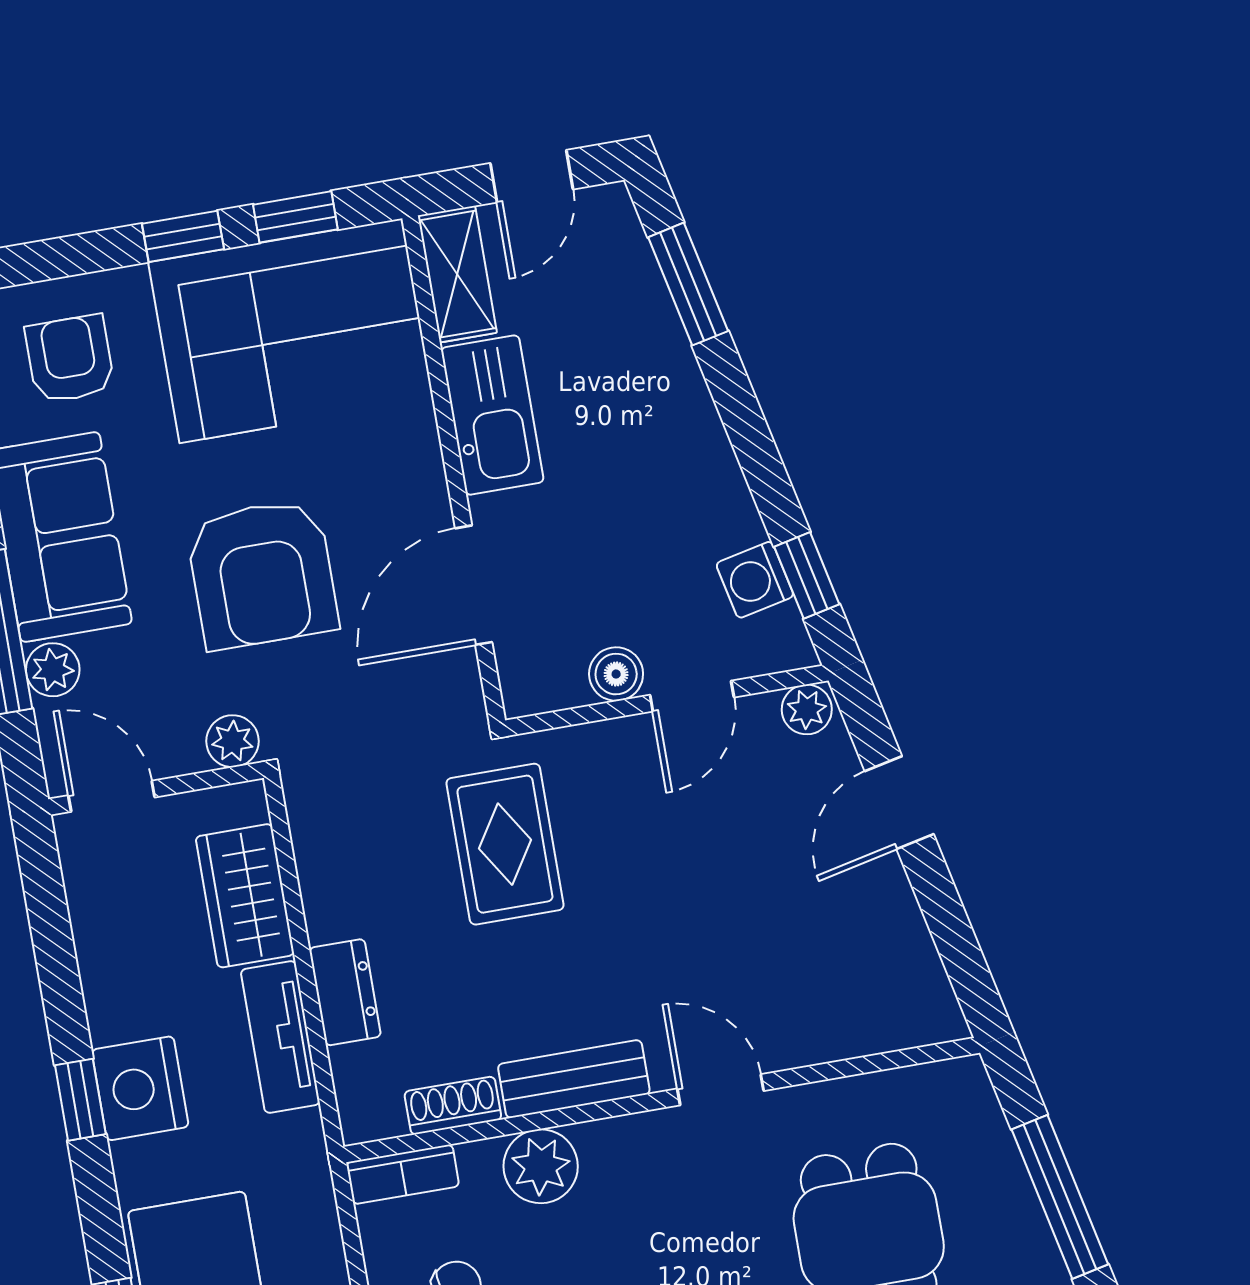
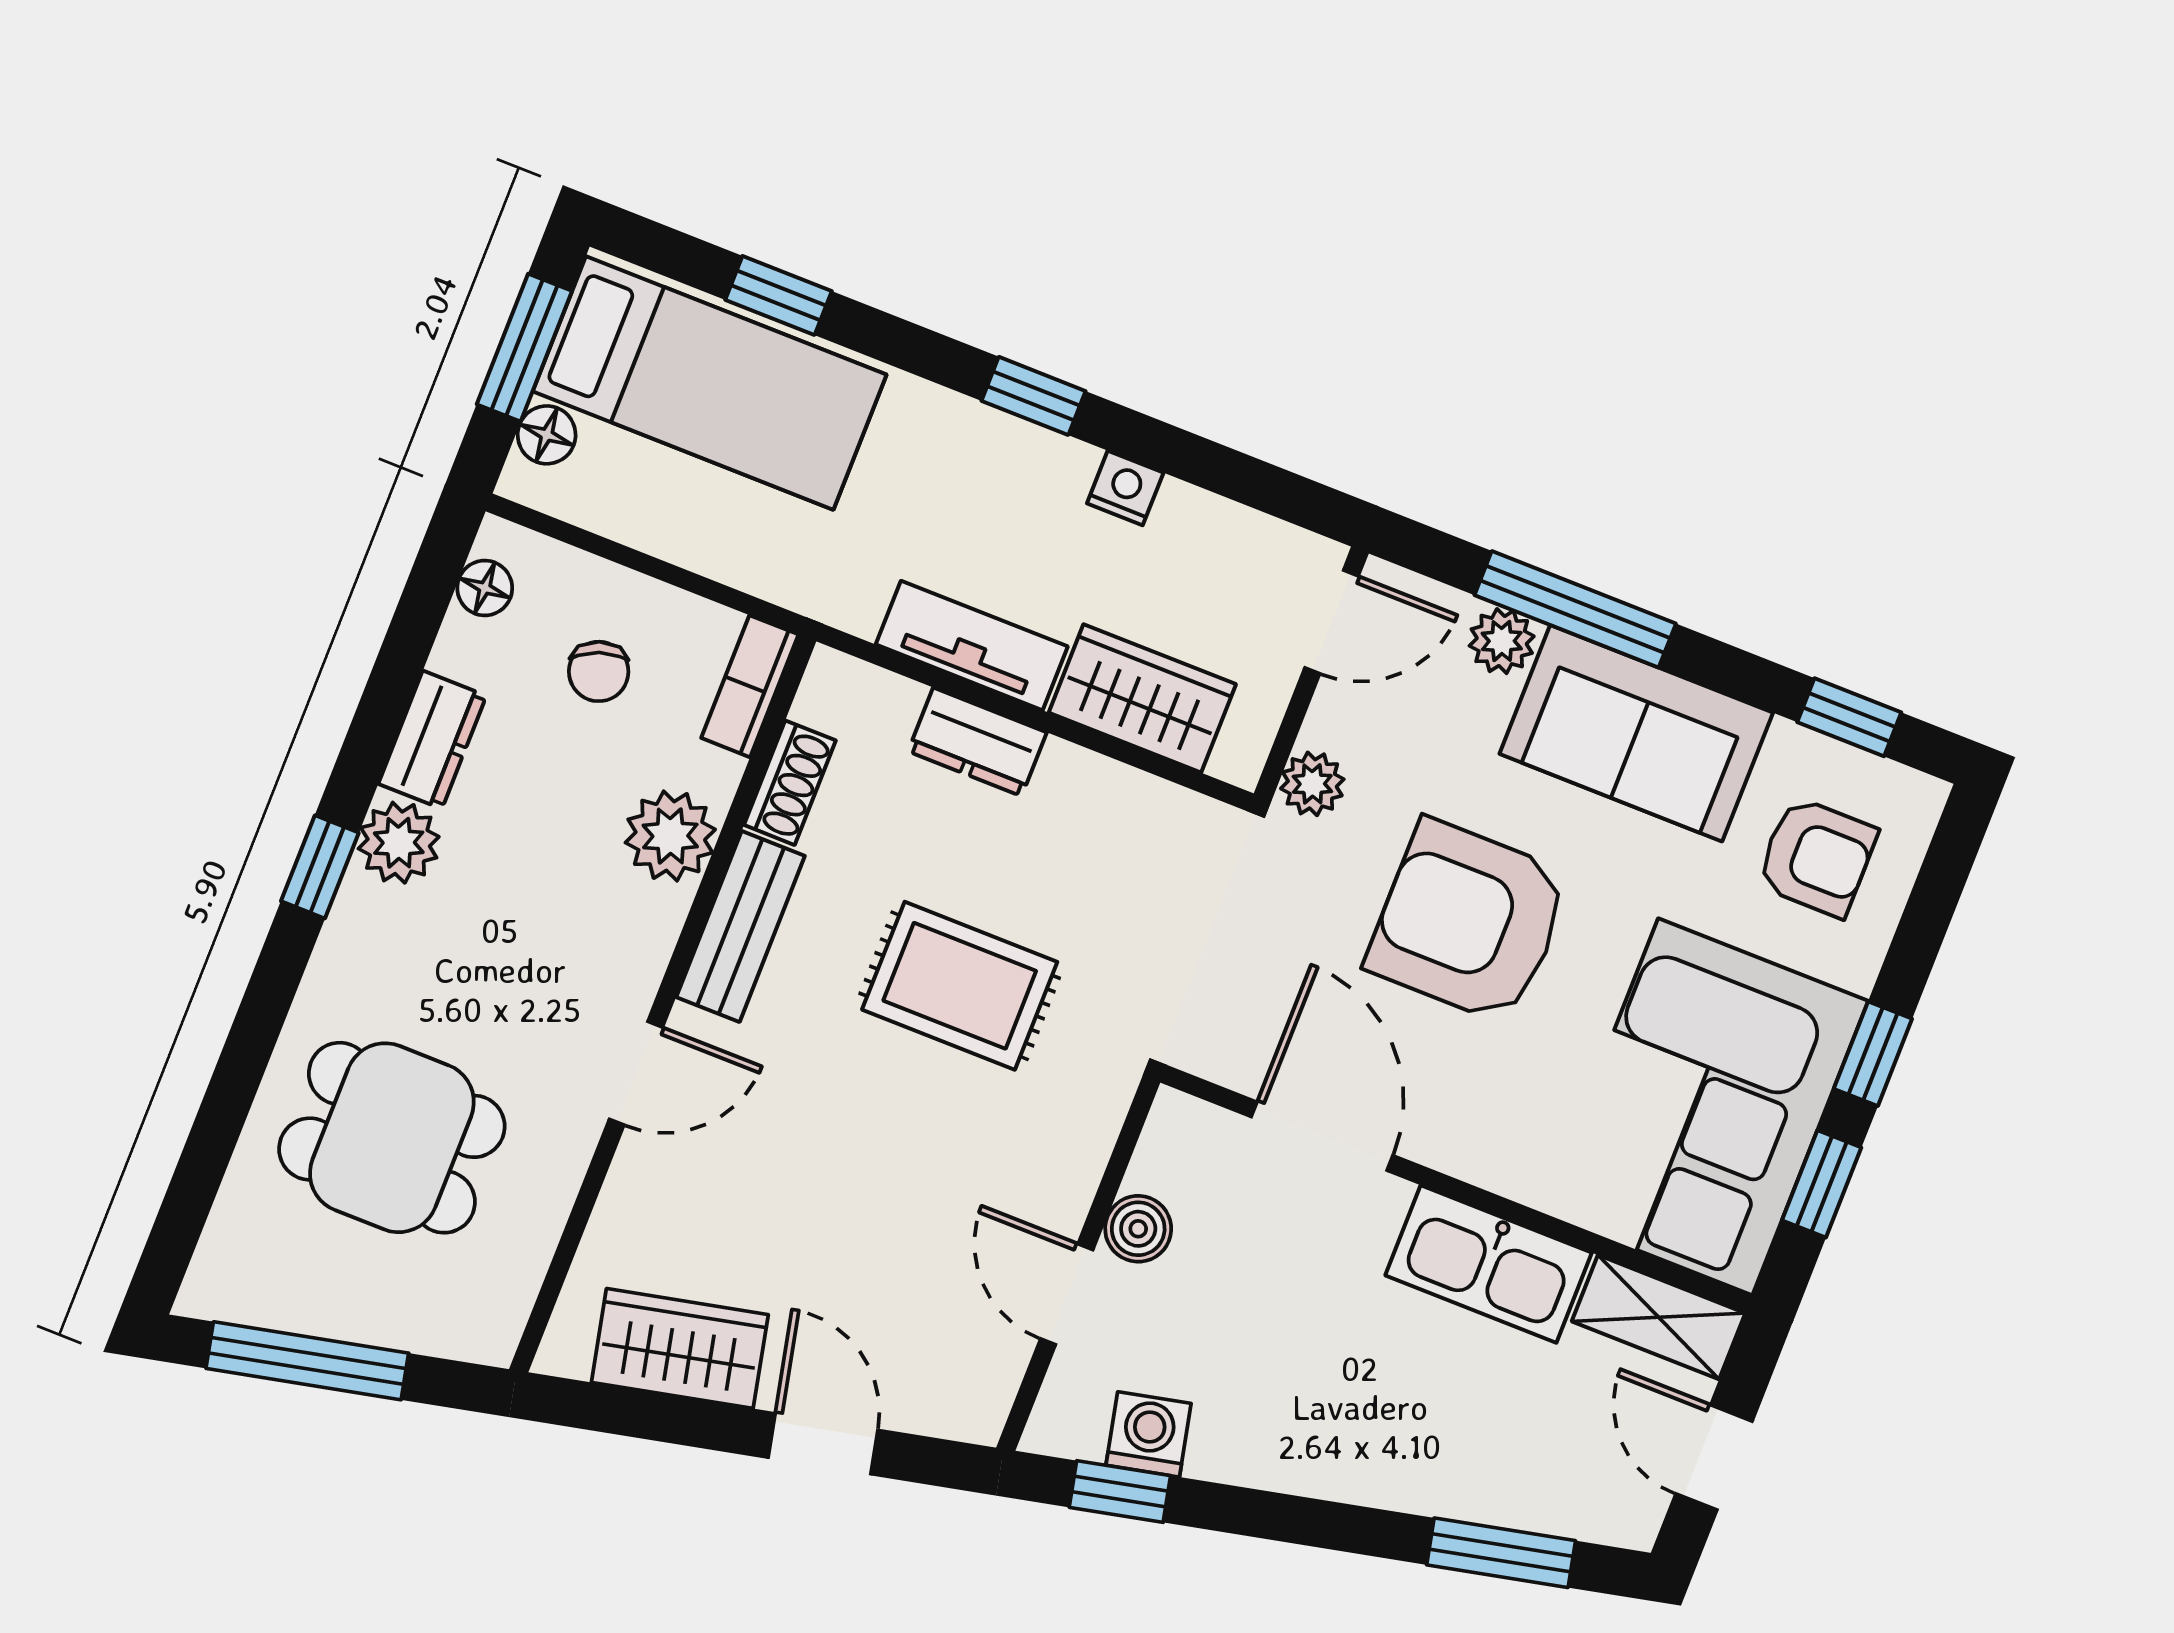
plant: (807, 709) -> (980, 1406), removed
rug: (505, 844) -> (960, 986), moved
wardrobe: (894, 943) -> (680, 1348), added
nightstand: (140, 1088) -> (1125, 488), moved, width x0.53, depth x0.56

